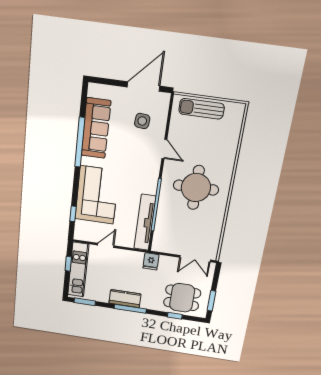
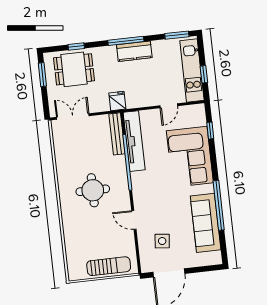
round table: (196, 188) -> (93, 190), width x0.73, depth x0.73
bench: (159, 233) -> (117, 134), added

